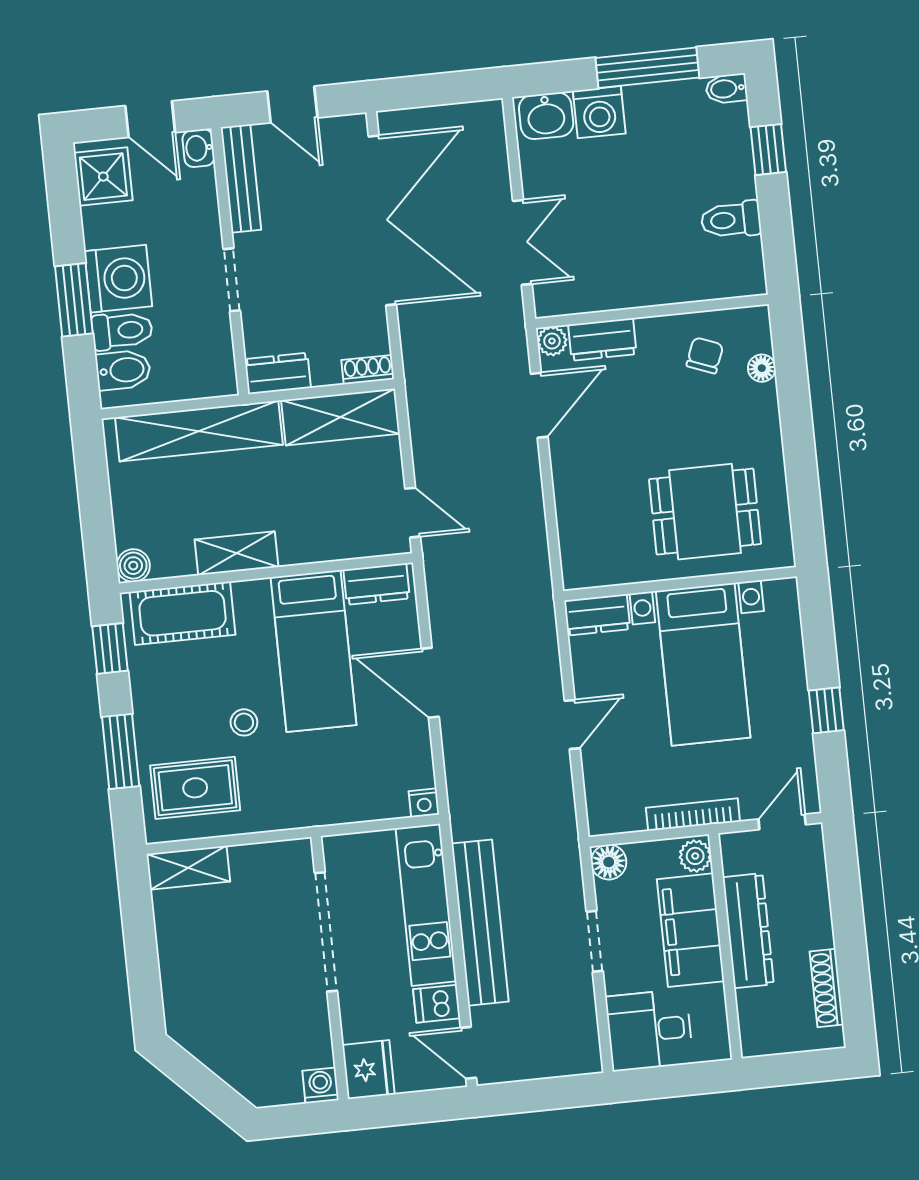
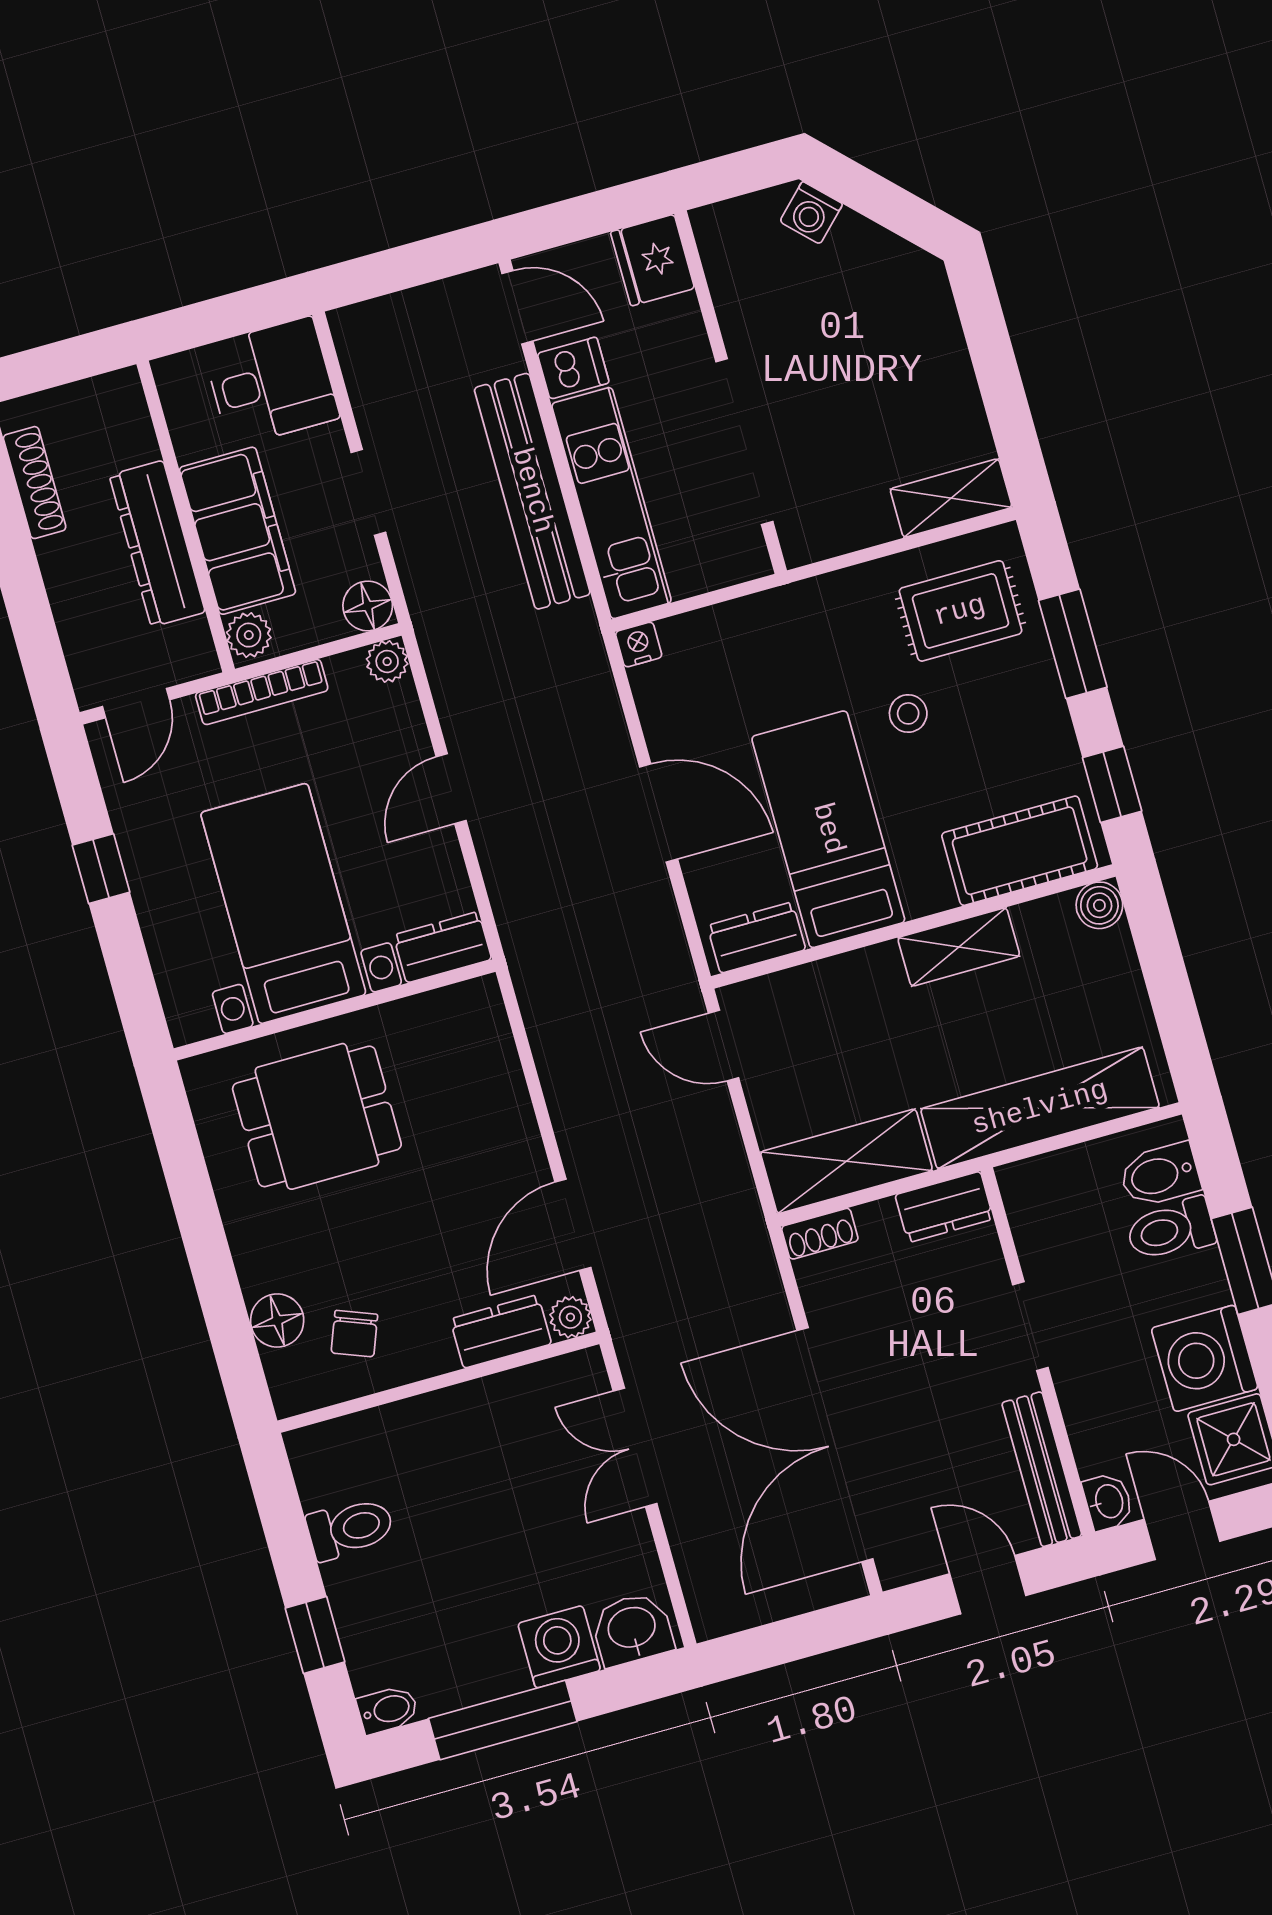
washing machine: (118, 279) -> (1205, 1358), moved
floor lamp: (762, 368) -> (277, 1321), width x1.37, depth x1.37
plant: (602, 821) -> (387, 661), added
washing machine: (321, 1085) -> (811, 213), moved, turned 45

